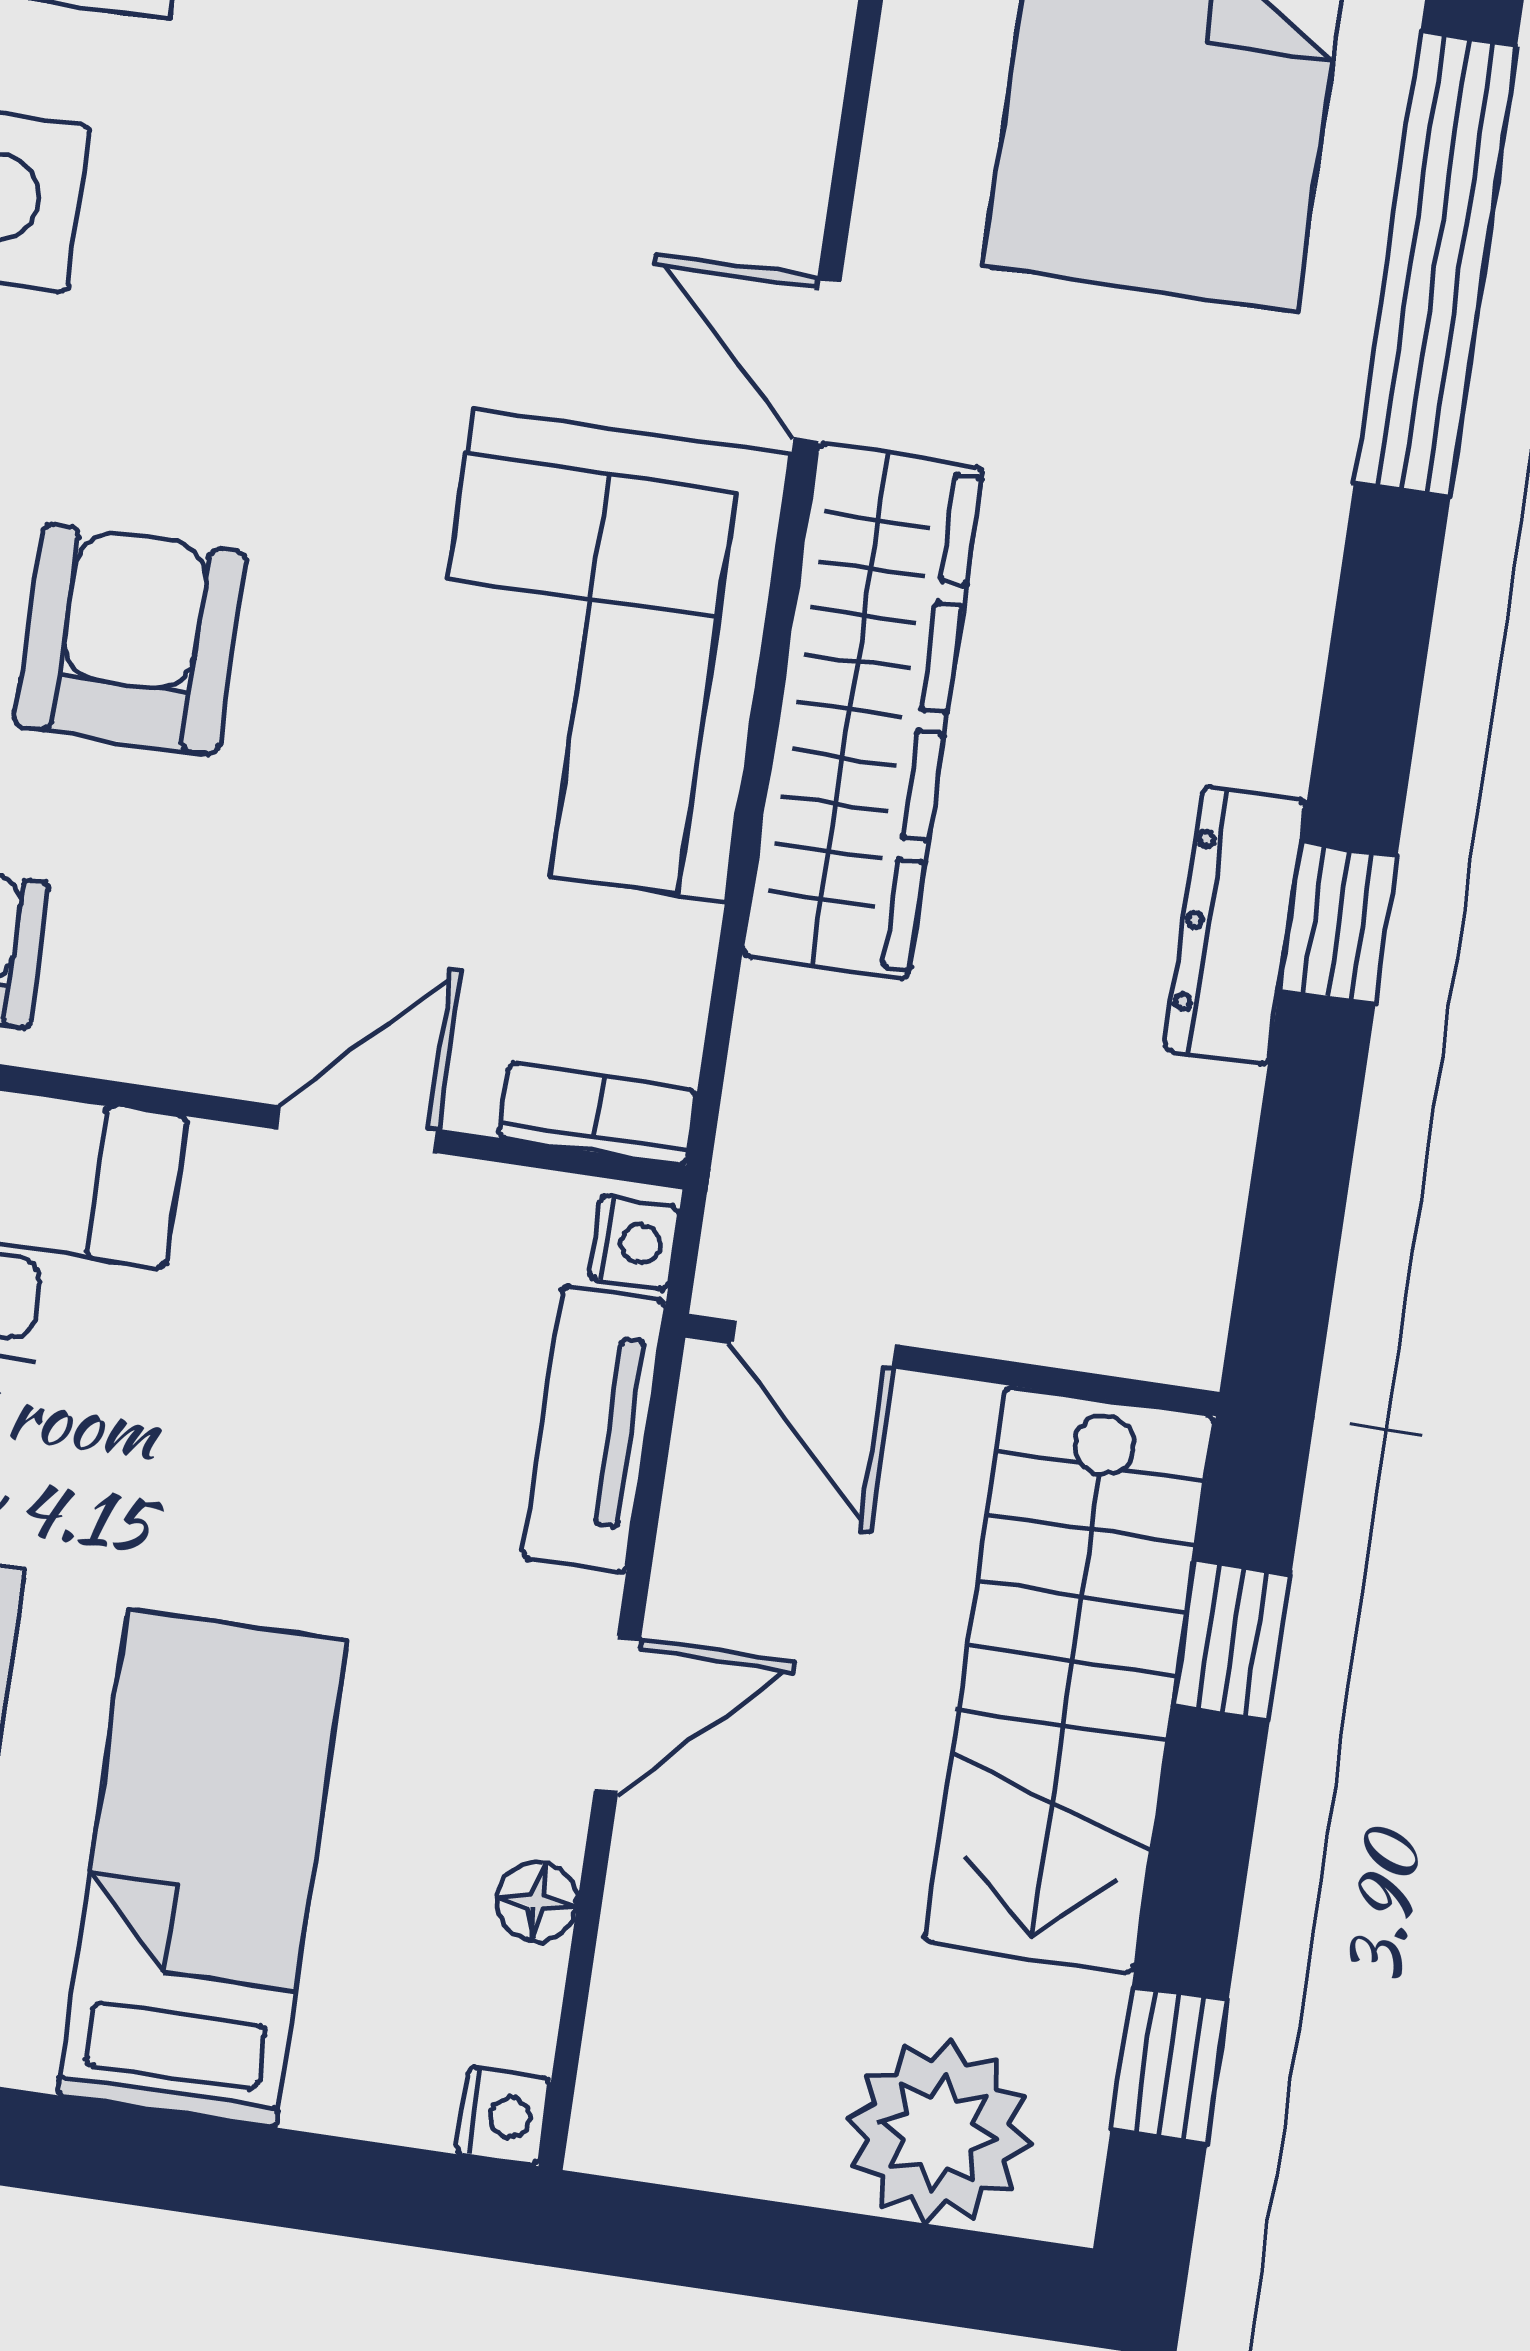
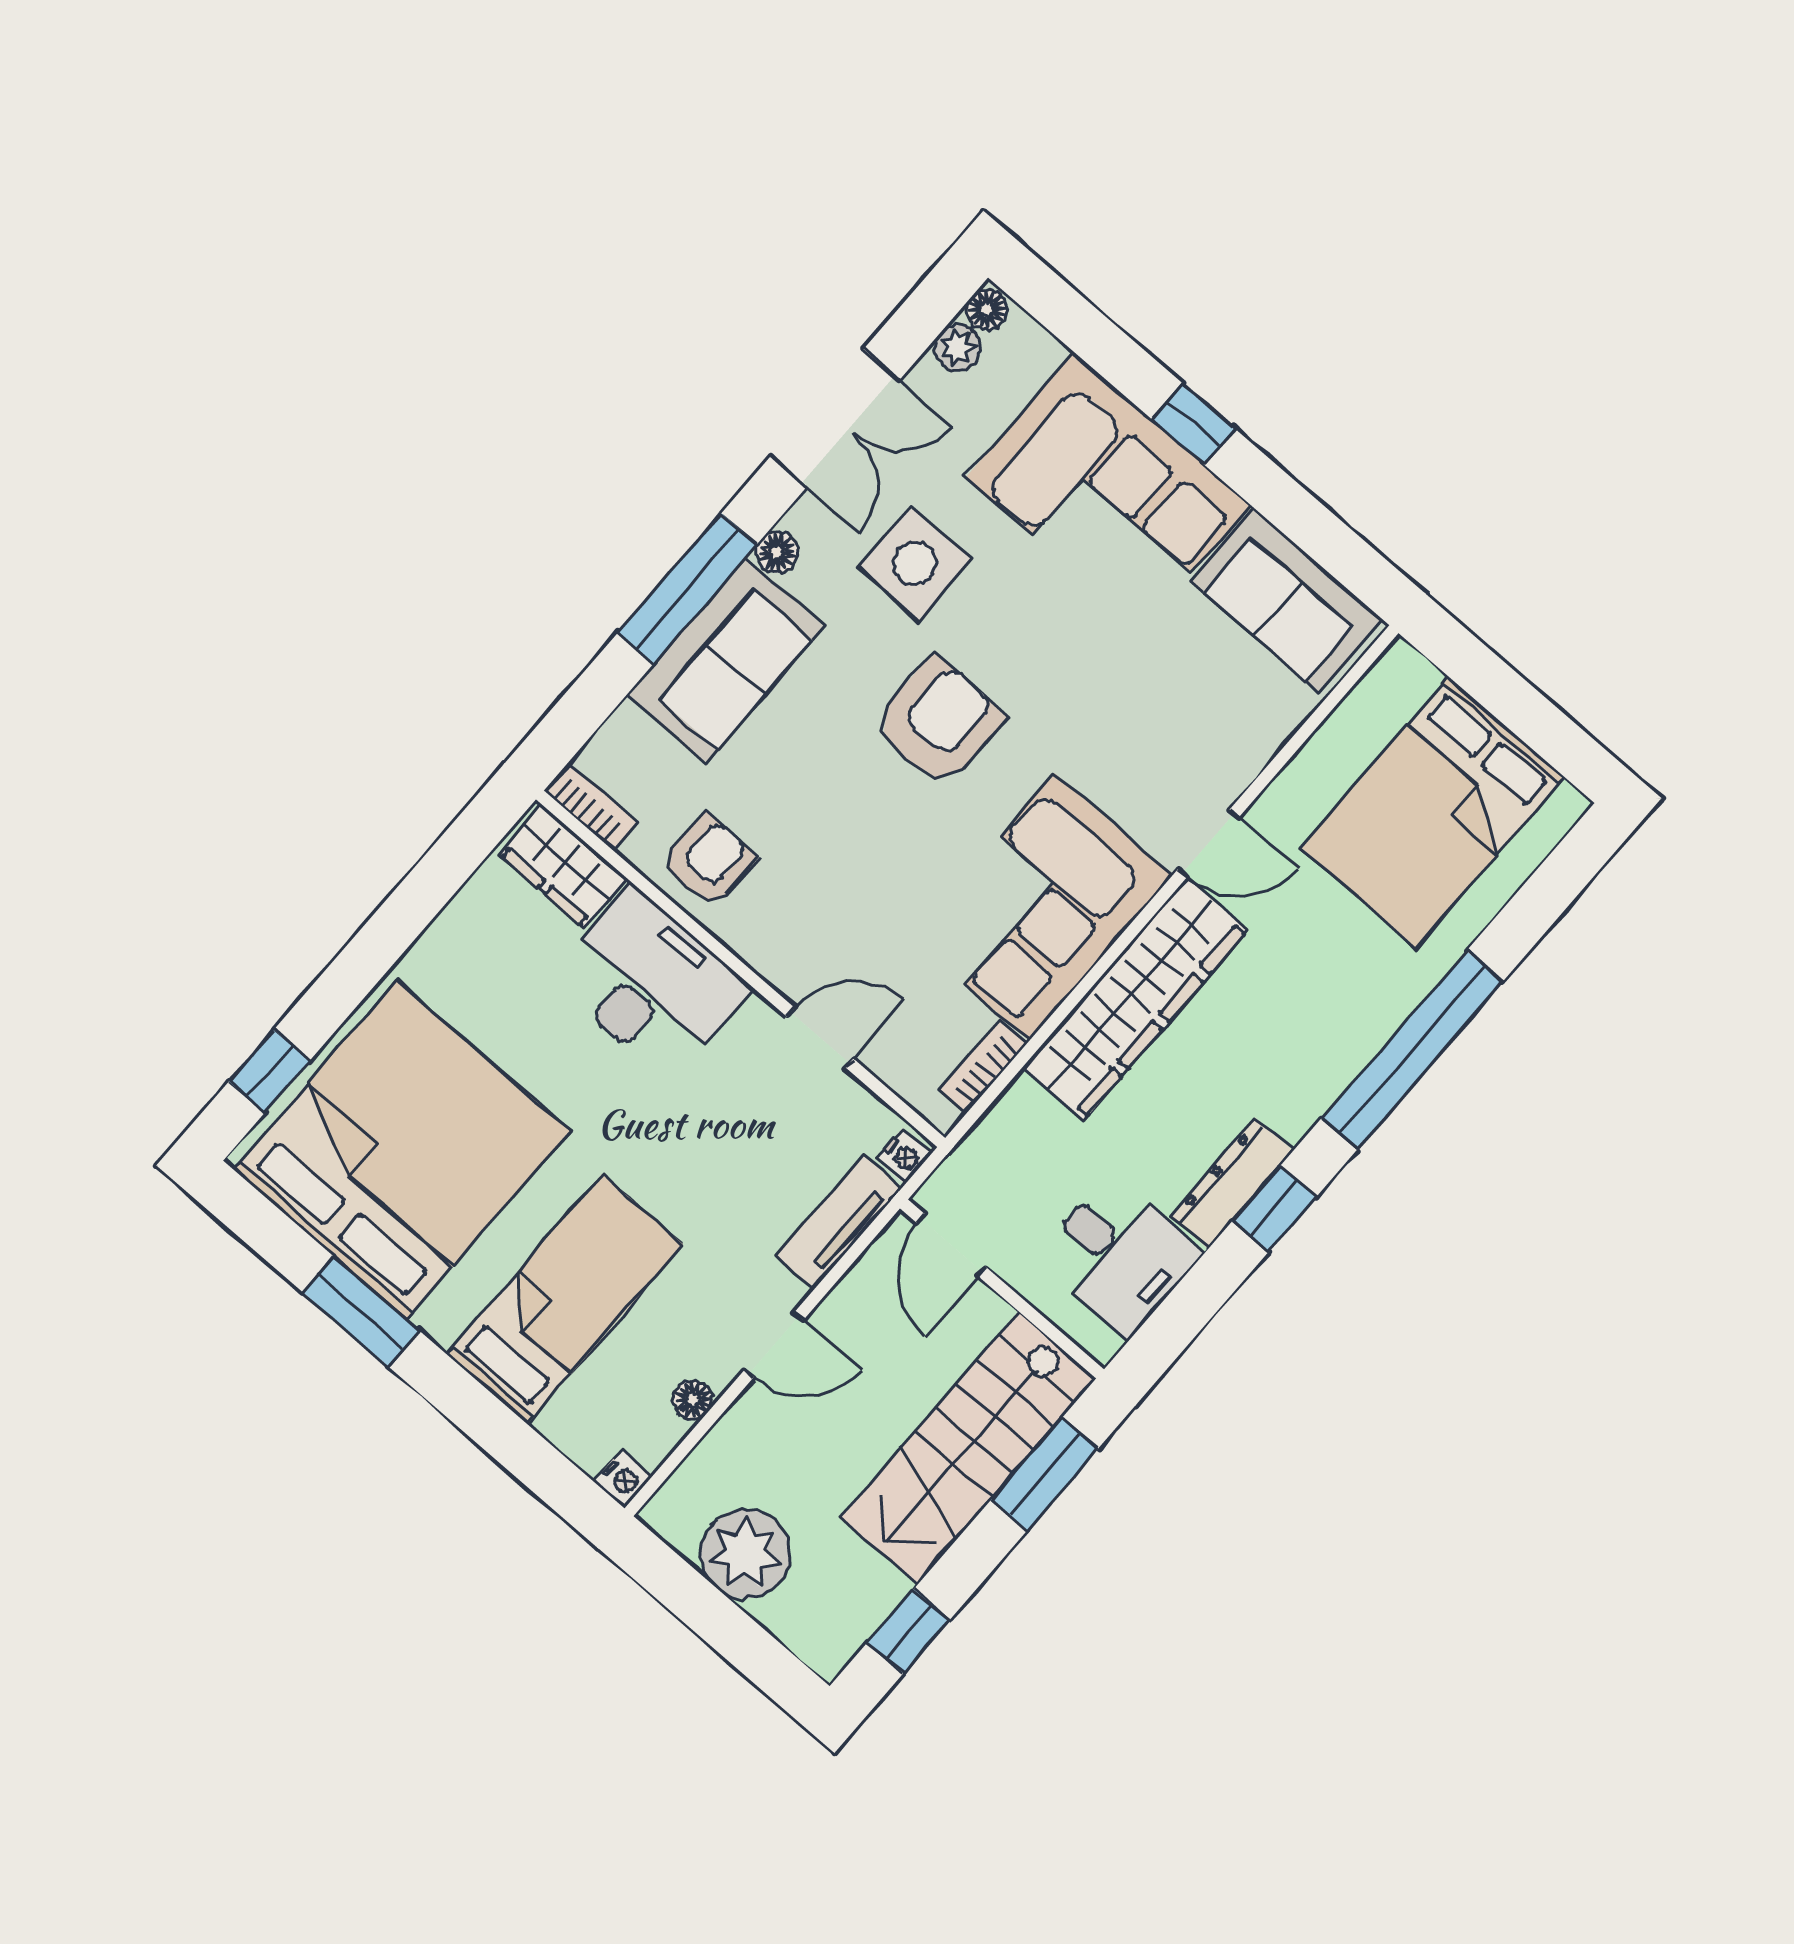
window: (1435, 265) -> (1412, 1050), moved
door: (817, 360) -> (1208, 843), swing flipped
armchair: (130, 639) -> (939, 722), moved
bookcase: (598, 1114) -> (982, 1067), moved, turned -90
desk: (1119, 1177) -> (1119, 1256), added
window: (1232, 1640) -> (1045, 1474), width x1.50
plant: (938, 2132) -> (745, 1554), moved

